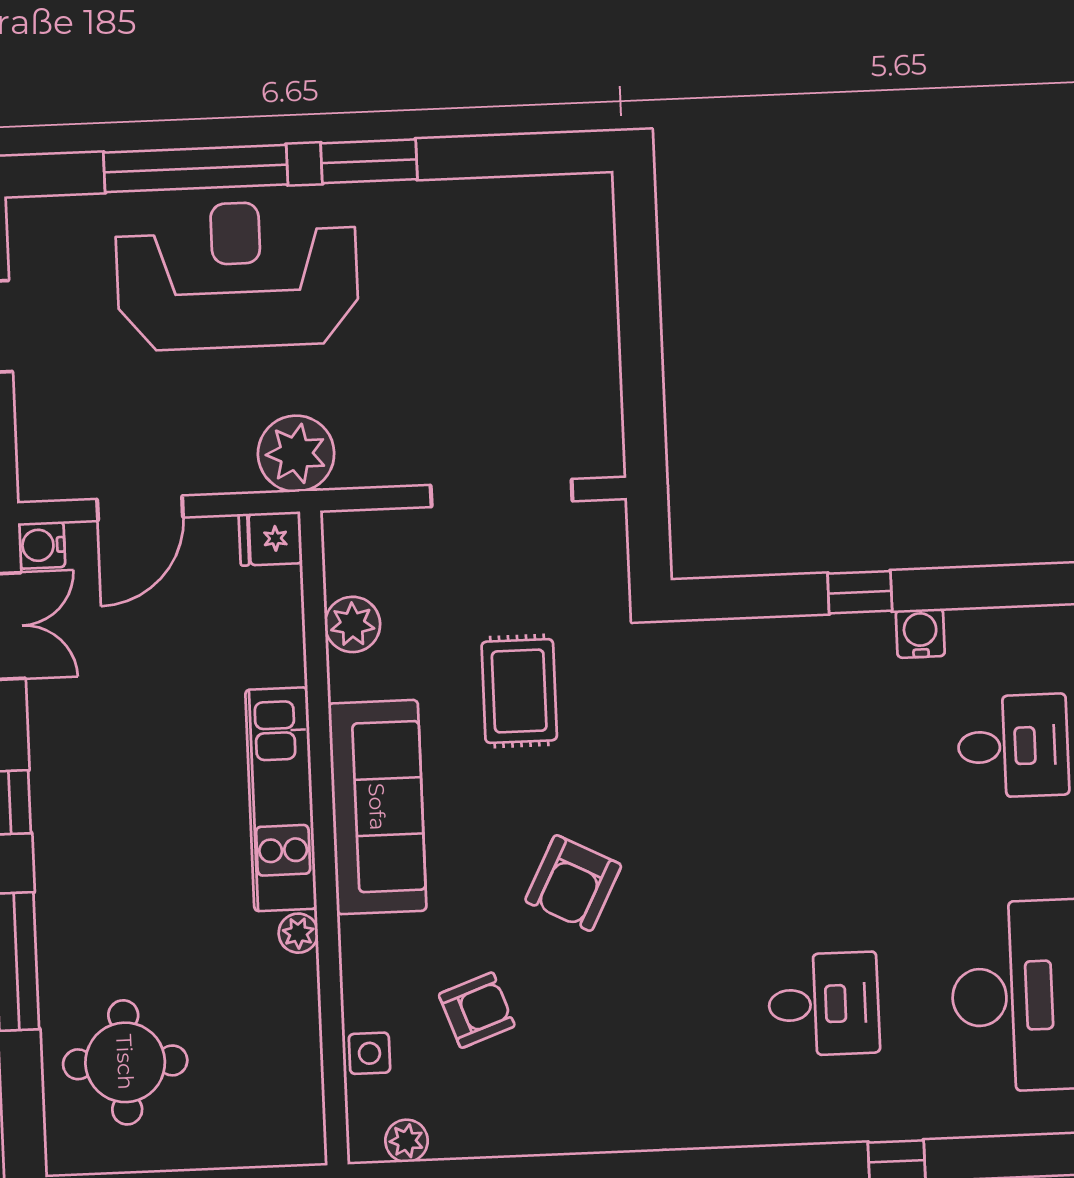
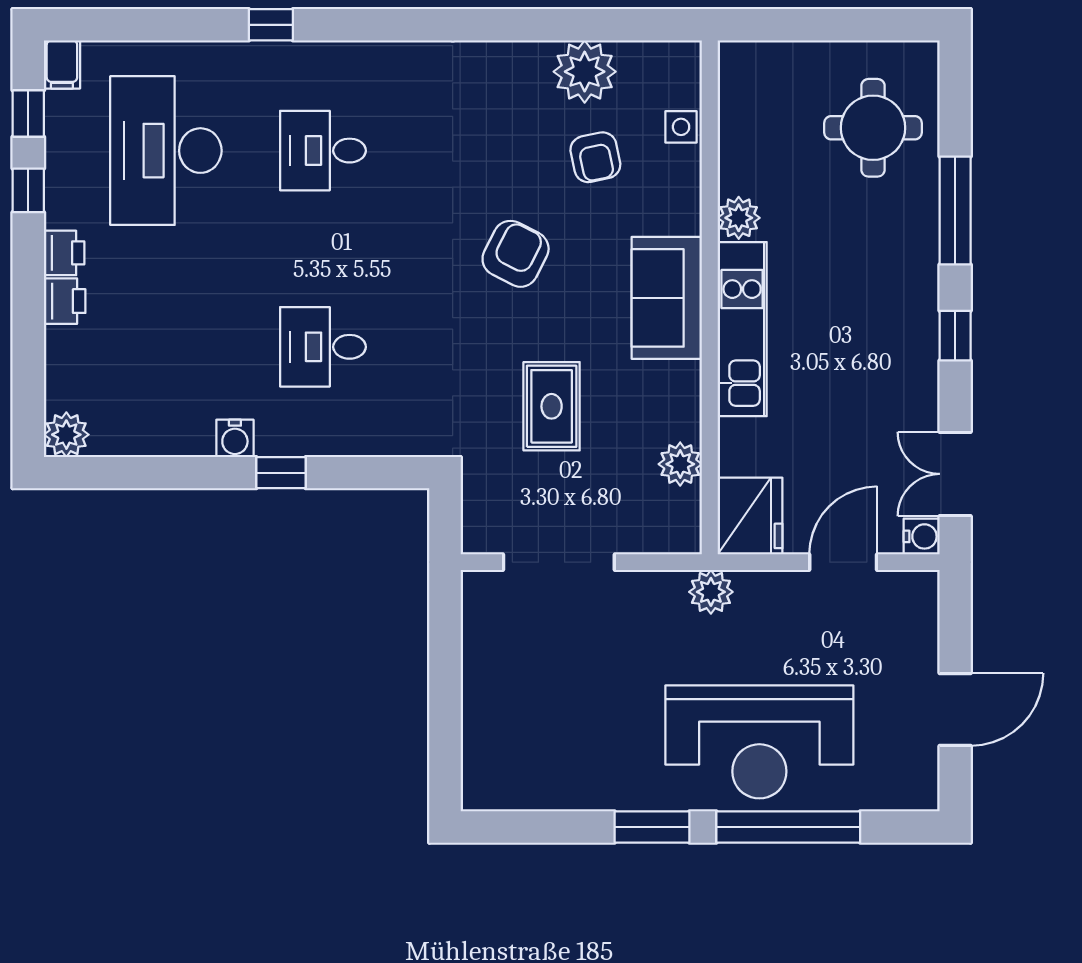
plant: (296, 454) -> (711, 592), width x0.73, depth x0.73
fridge: (270, 539) -> (750, 516), width x1.88, depth x1.34
desk: (1013, 746) -> (323, 347), moved
sofa: (377, 807) -> (667, 298), width x0.73
plant: (298, 933) -> (739, 218), width x1.38, depth x1.38
armchair: (477, 1010) -> (595, 157), turned -82
plant: (407, 1141) -> (585, 72), moved, width x1.87, depth x1.87

